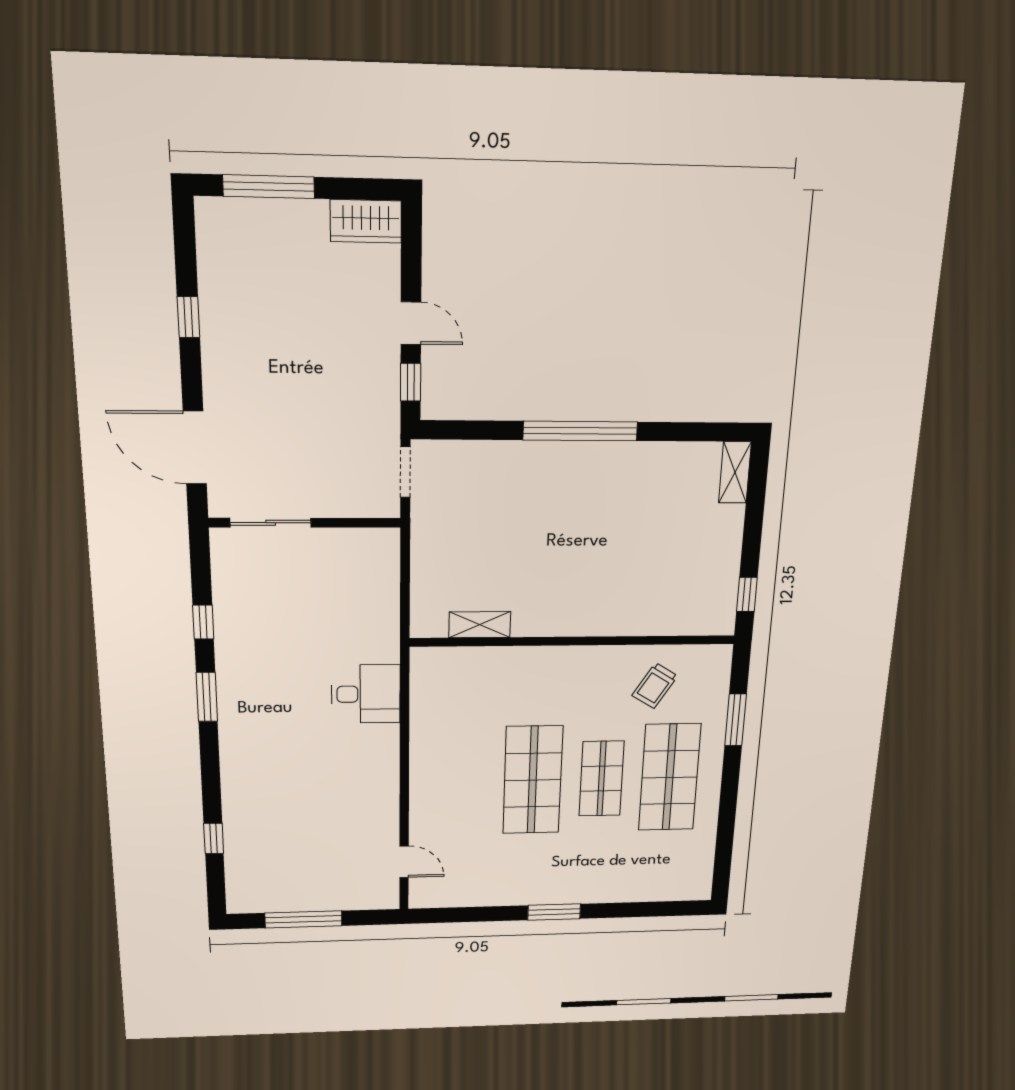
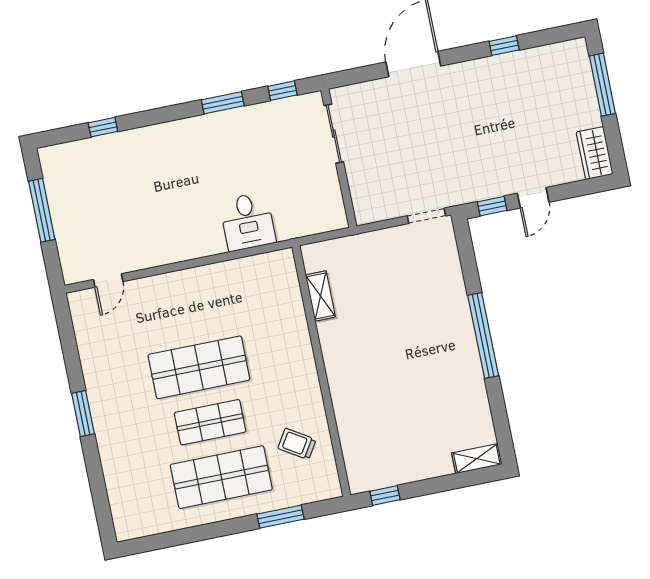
sliding door: (271, 523) -> (334, 134), moved
wall: (305, 523) -> (339, 158), moved

